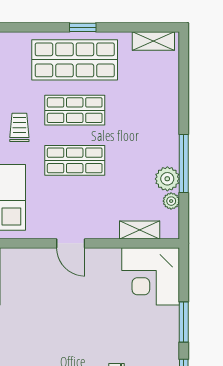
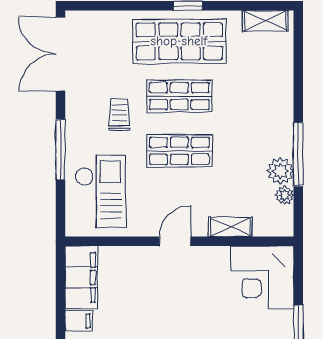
shelving: (140, 230) -> (230, 227), moved
door: (71, 243) -> (175, 241), swing flipped

